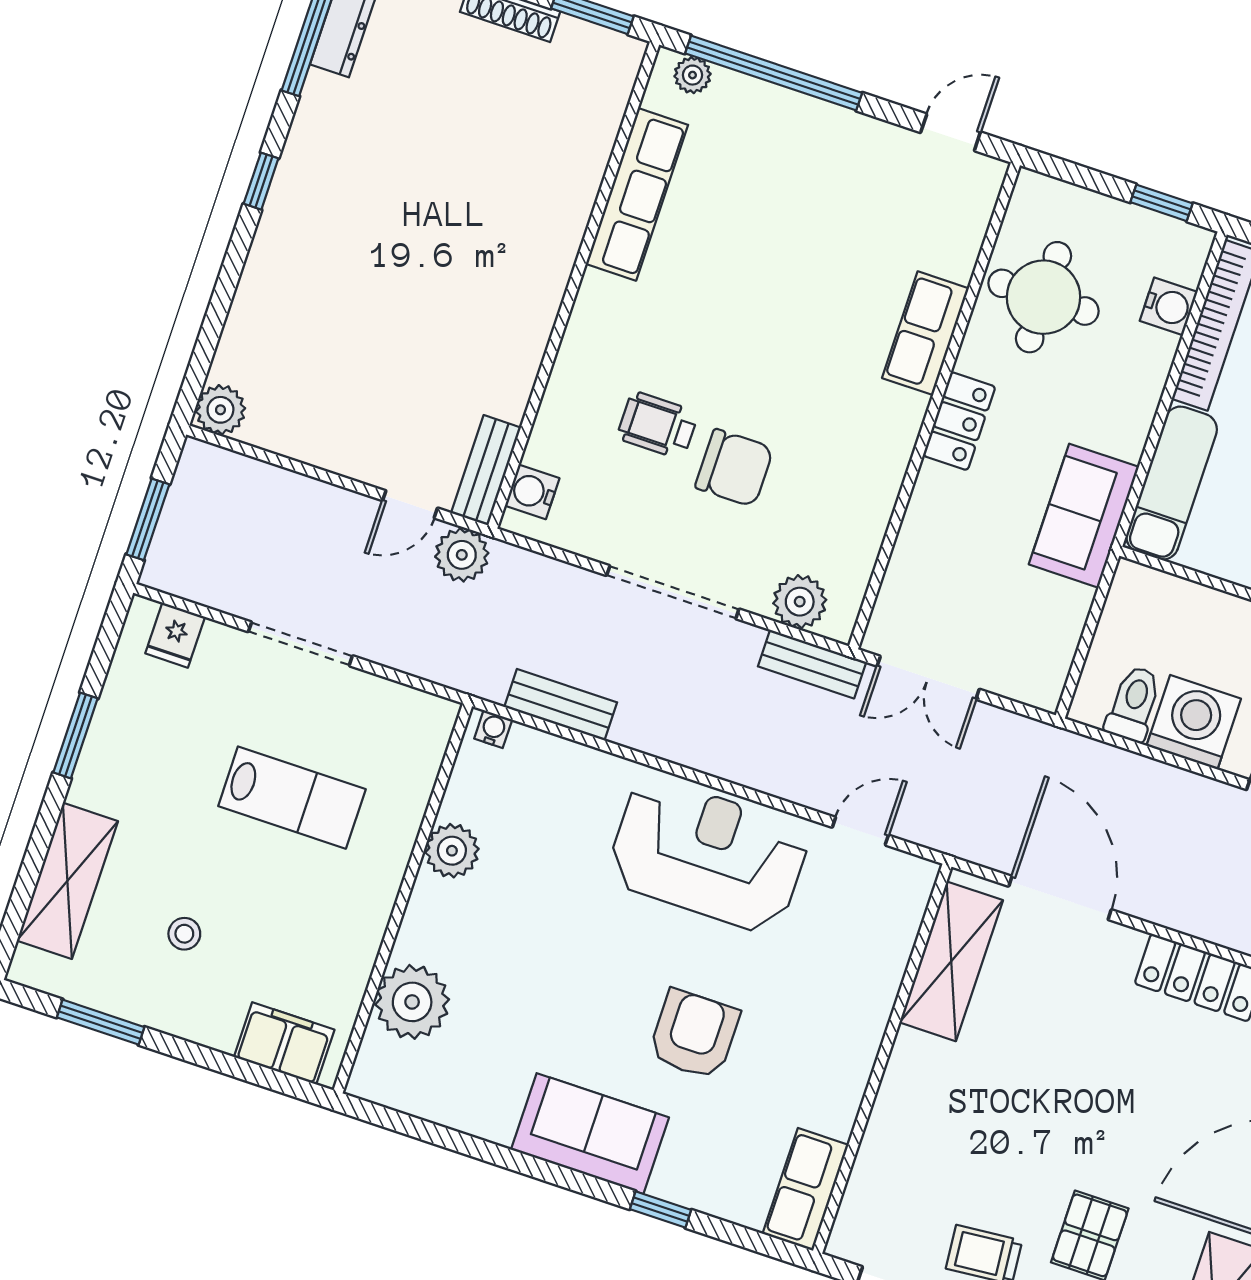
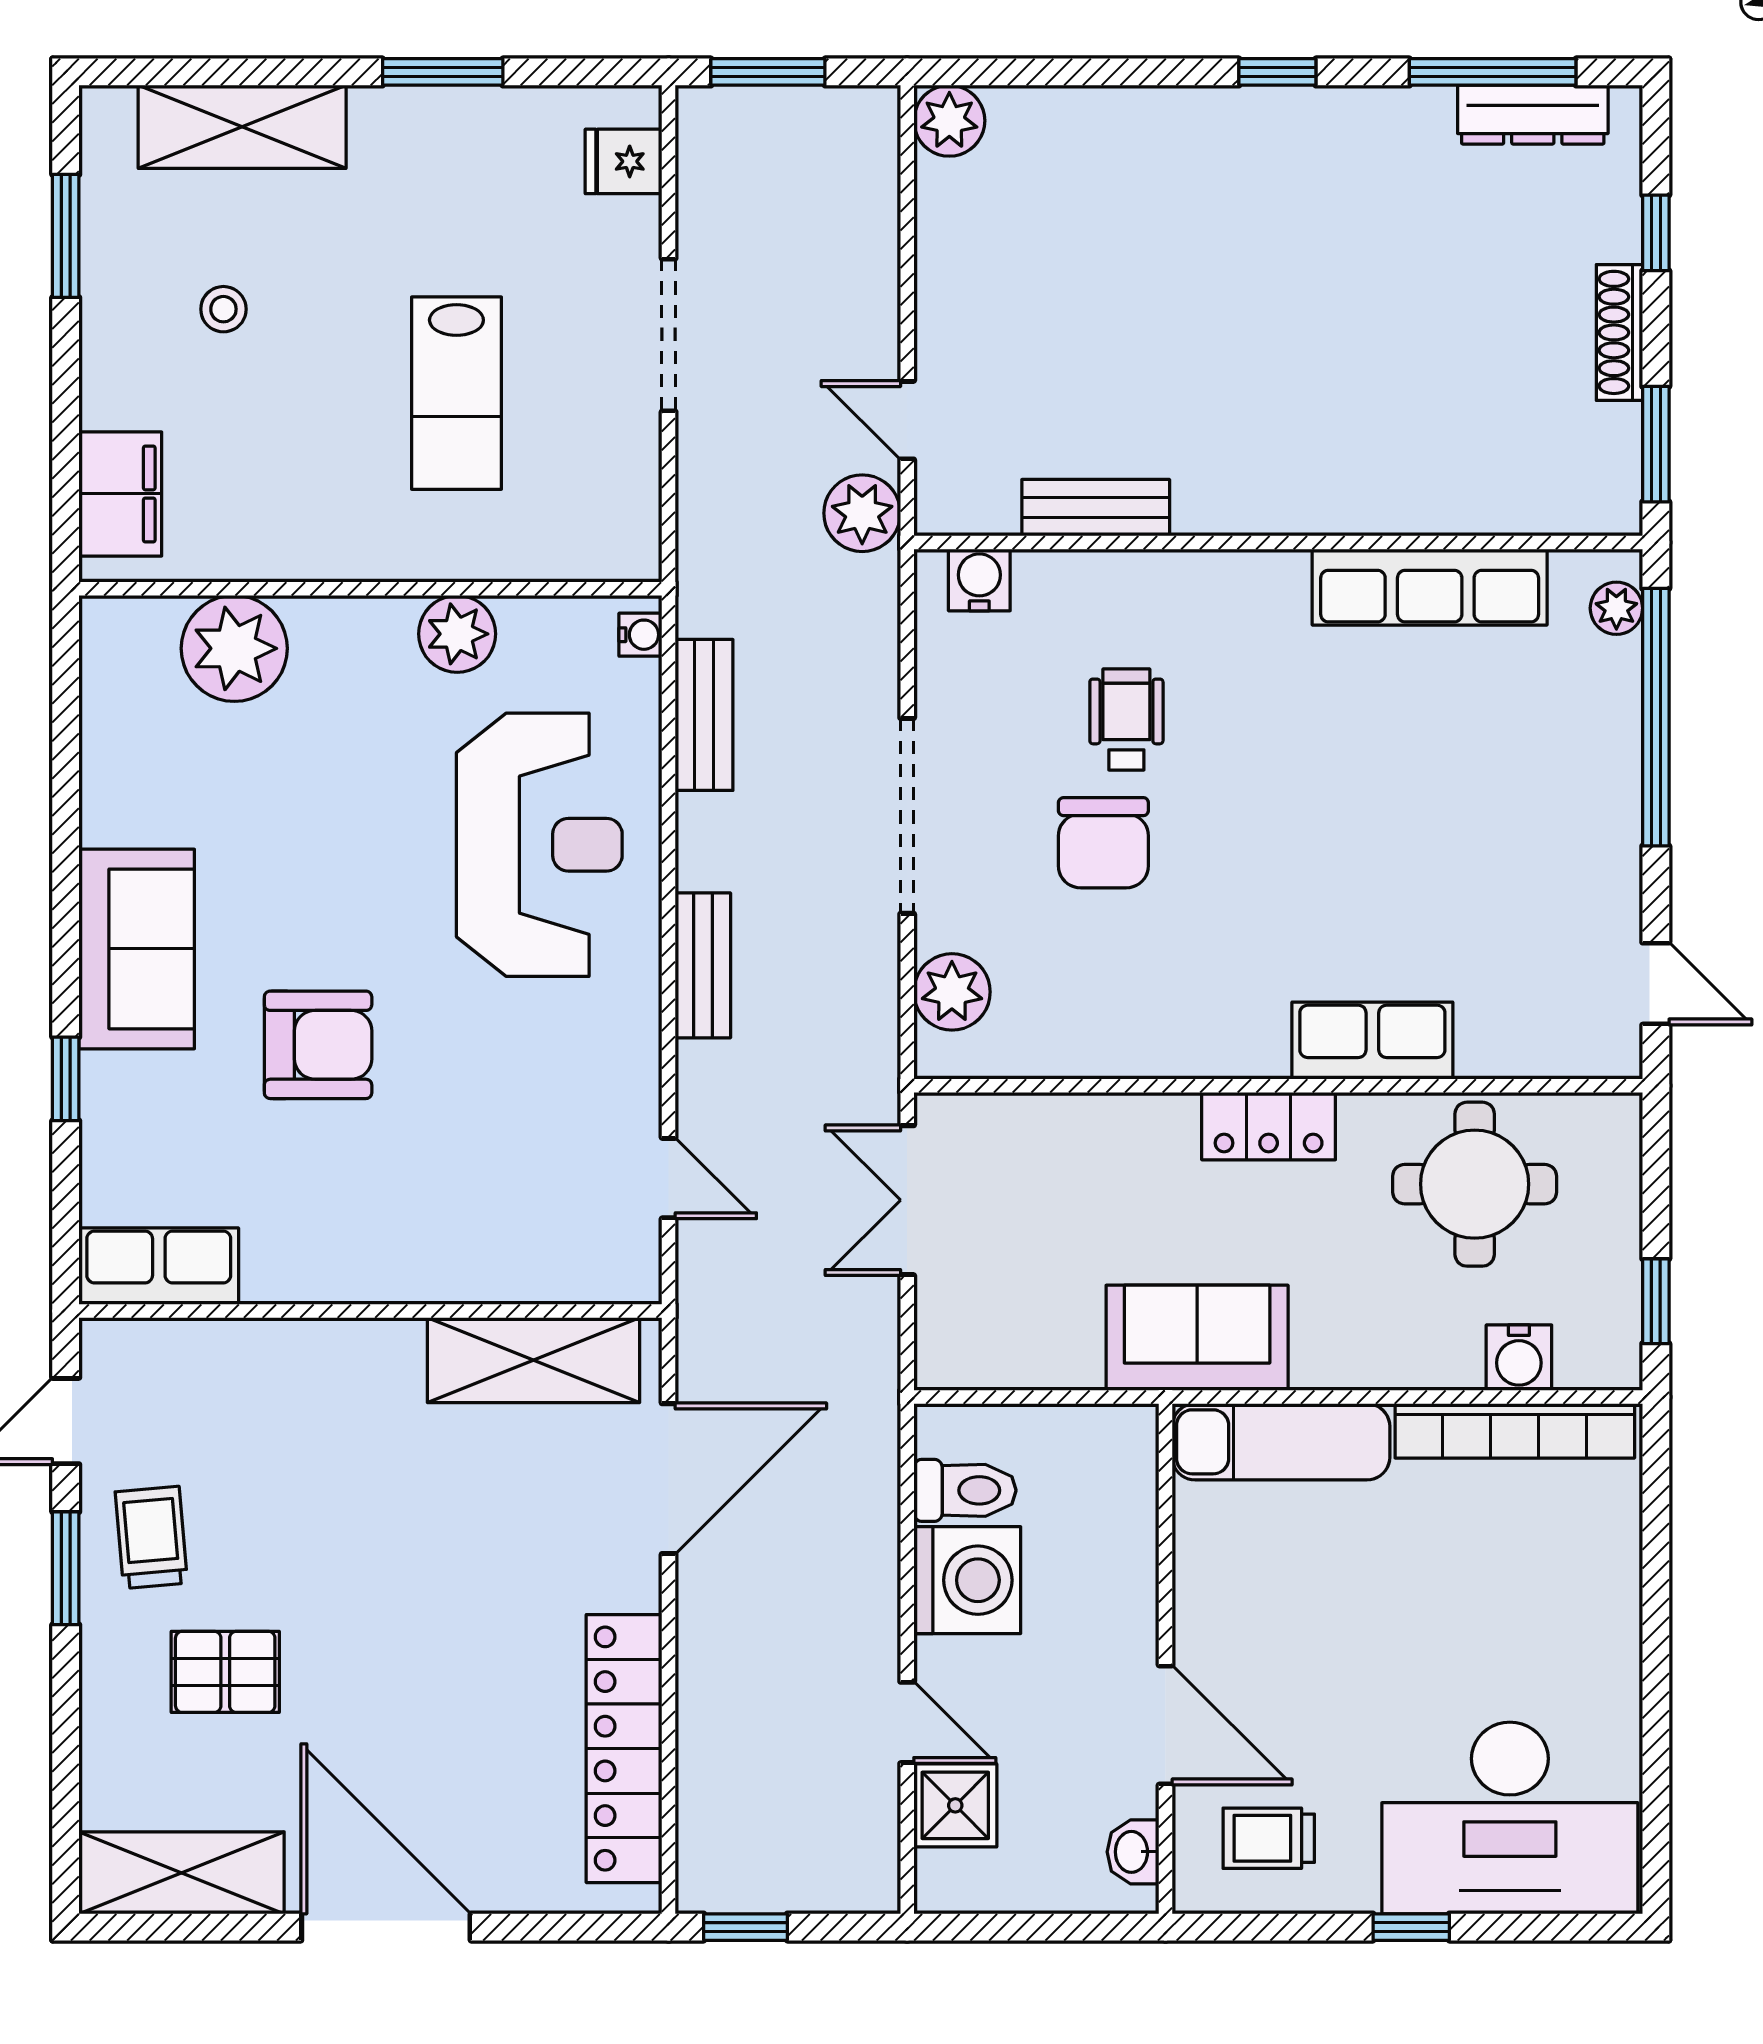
bench: (486, 470) -> (1096, 508), moved
bench: (812, 664) -> (703, 965), moved
reception desk: (708, 855) -> (539, 845), moved

